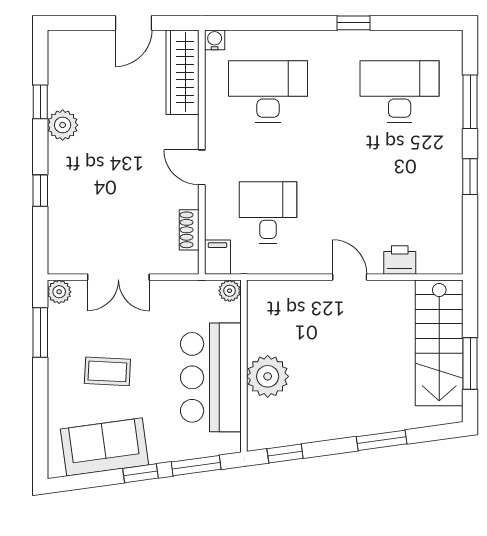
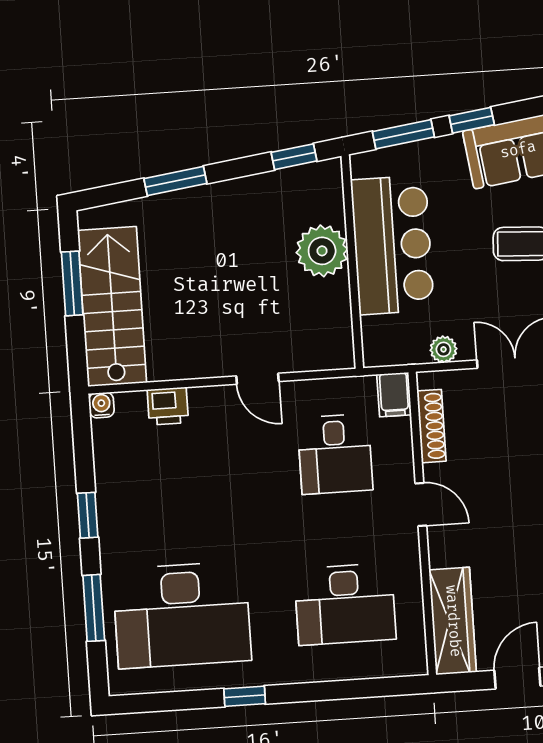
water cooler: (215, 40) -> (101, 405), moved, turned 180
desk: (400, 92) -> (182, 615), width x1.36, depth x1.30
shoe rack: (189, 230) -> (431, 426), width x1.43
door: (350, 277) -> (258, 379), moved
plant: (230, 291) -> (443, 349), moved

